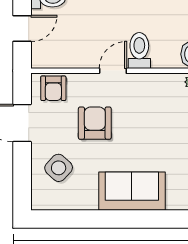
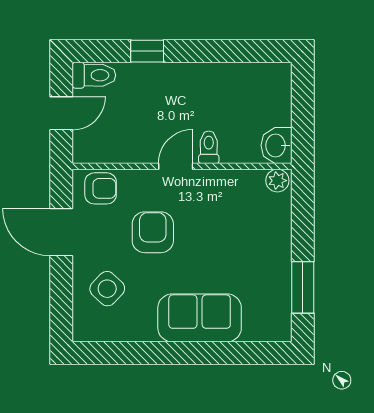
toilet: (139, 50) -> (209, 147), width x0.73, depth x0.72
armchair: (53, 88) -> (101, 188), turned -90

